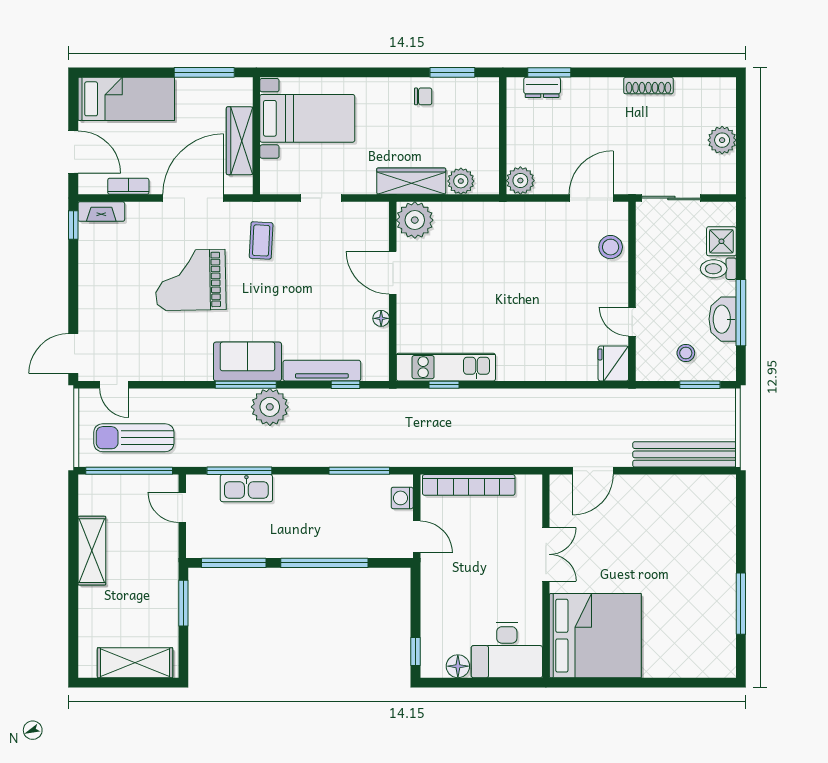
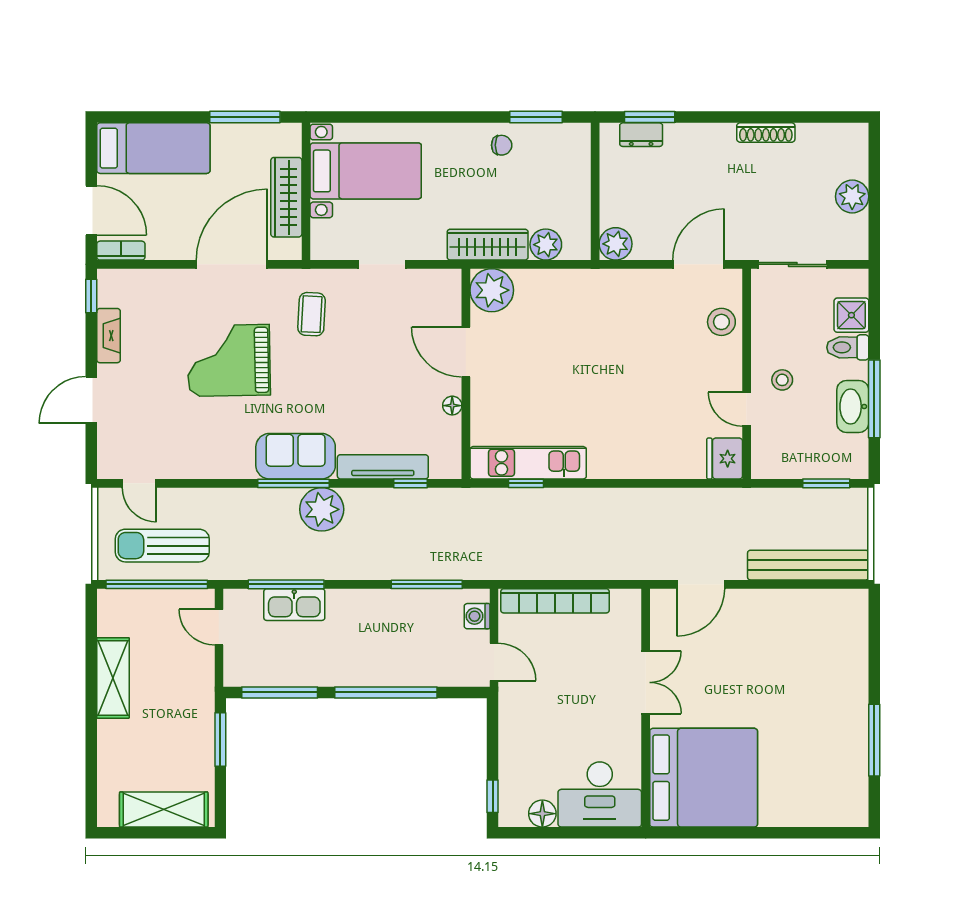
bookcase: (128, 186) -> (121, 251), moved
fireplace: (101, 212) -> (109, 336), moved, turned -90
stool: (686, 353) -> (782, 380), moved
door: (73, 354) -> (91, 400), moved

